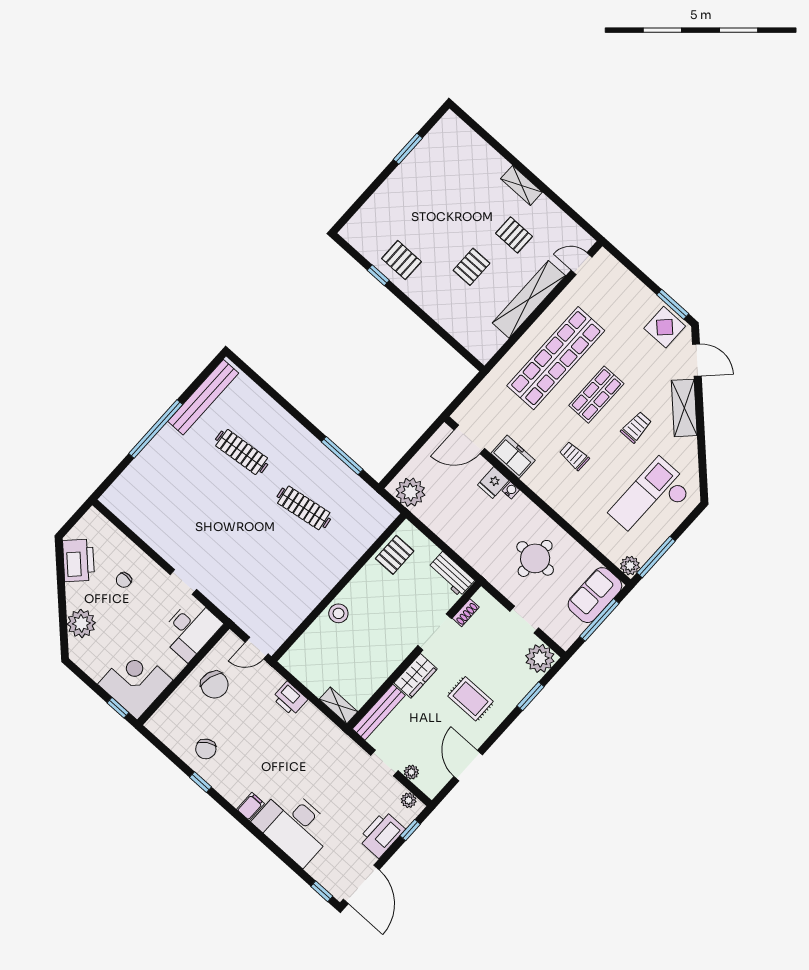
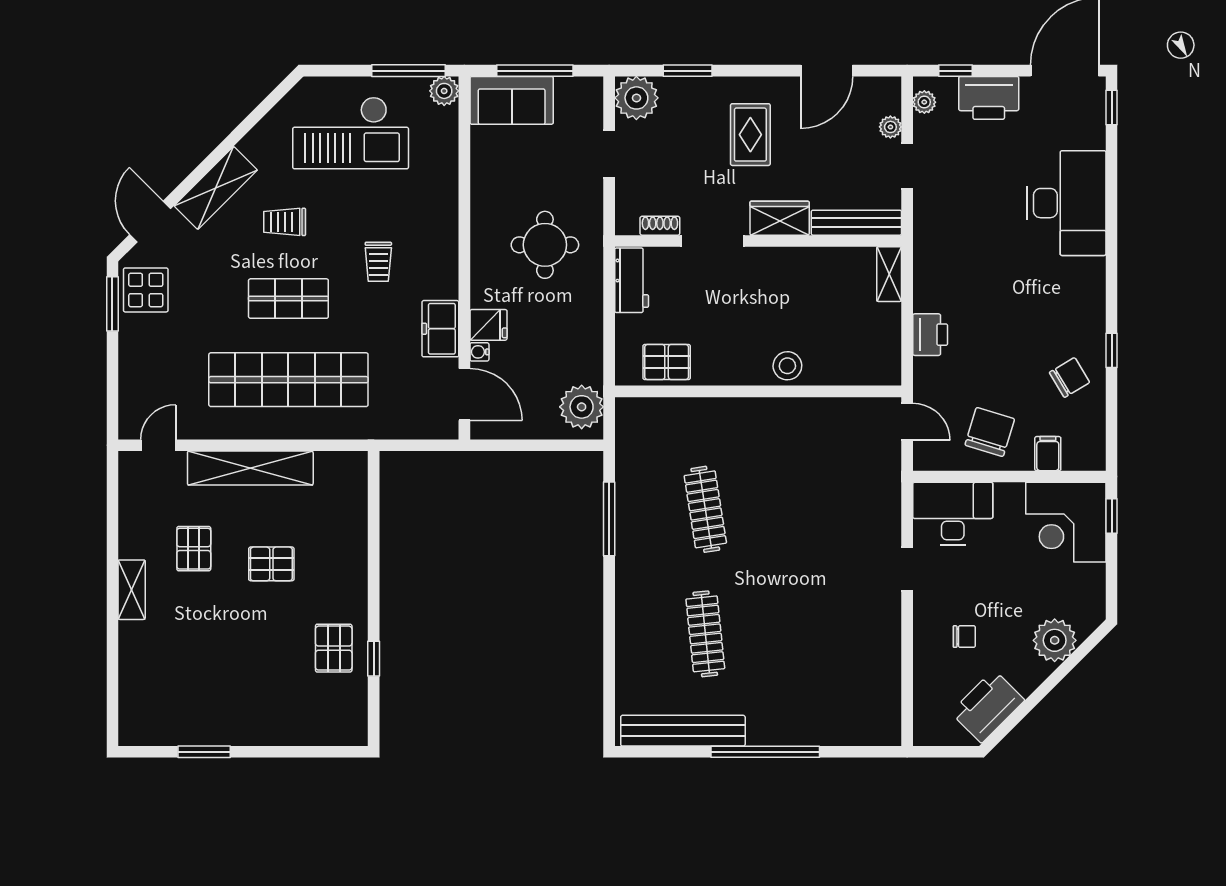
door: (582, 264) -> (158, 445), swing flipped
water cooler: (511, 490) -> (479, 352), moved
round table: (535, 558) -> (545, 245), moved
filing cabinet: (251, 806) -> (1048, 454), moved, turned 90

